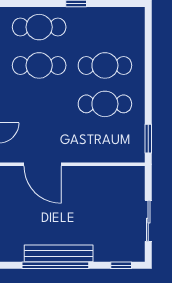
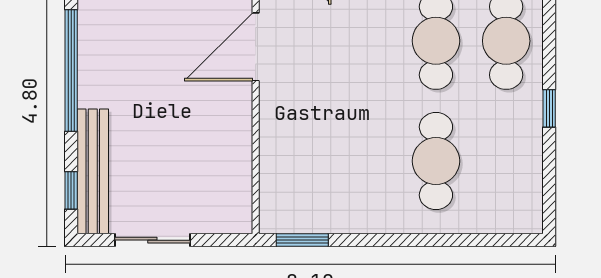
cafe table: (105, 104) -> (366, 161), removed
bench: (59, 253) -> (93, 171), moved

